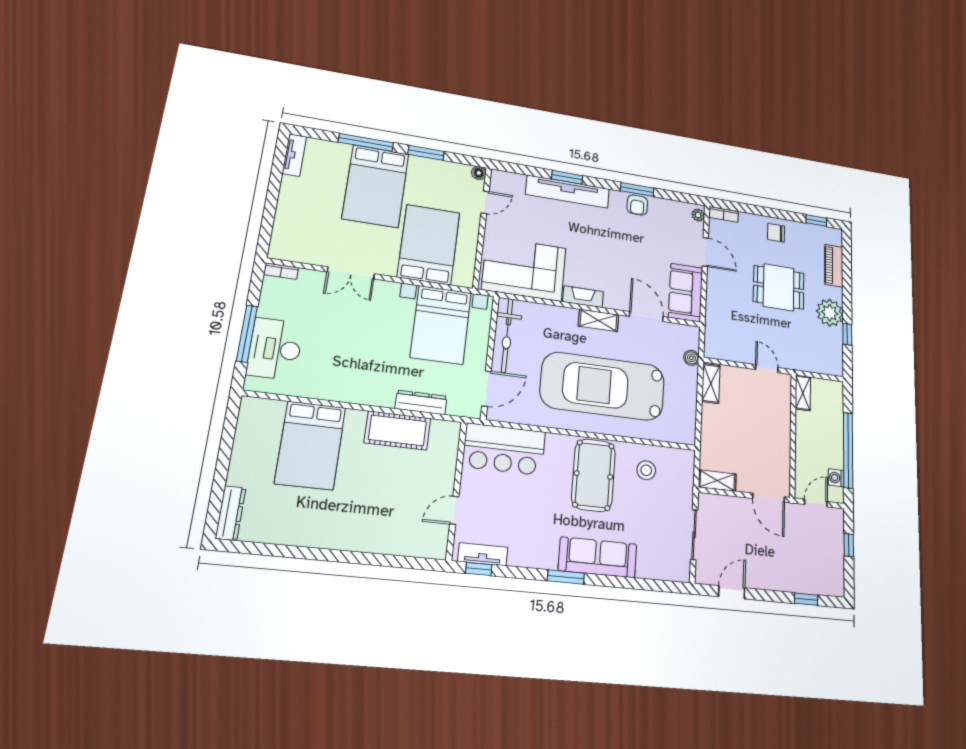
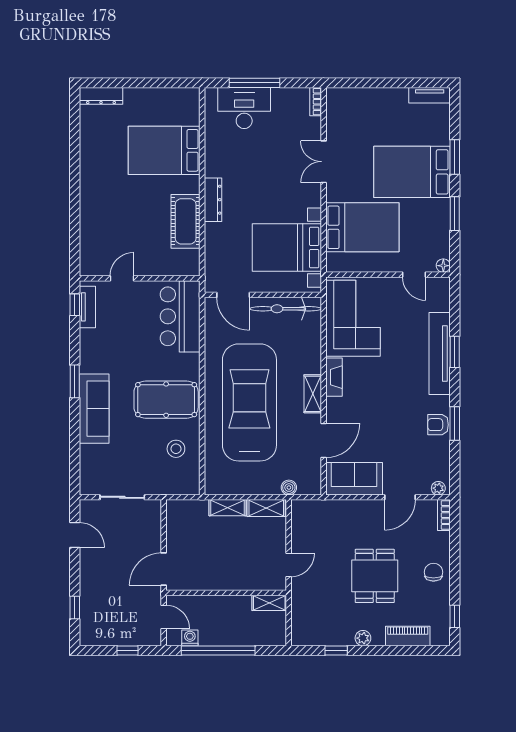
window: (366, 142) -> (455, 157), width x0.69
plant: (830, 313) -> (363, 638), width x0.53, depth x0.53
dresser: (421, 402) -> (213, 200), moved
shelving: (717, 481) -> (228, 508), moved, turned 90
door: (454, 510) -> (122, 278), hinge flipped

